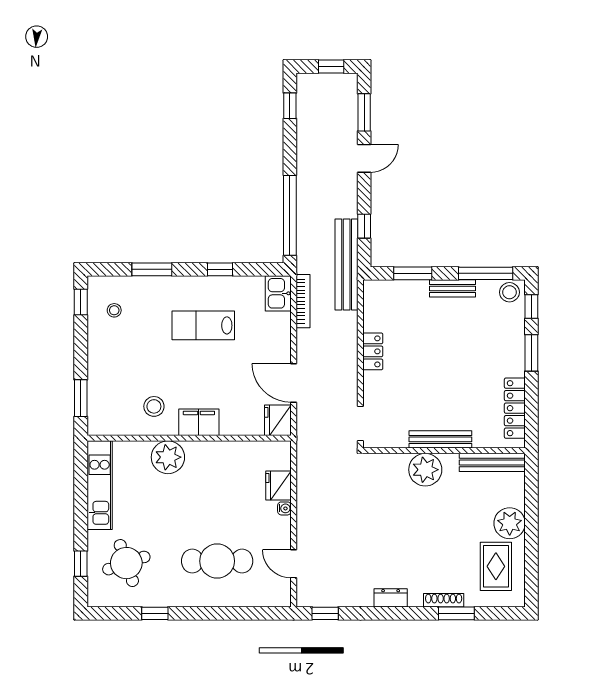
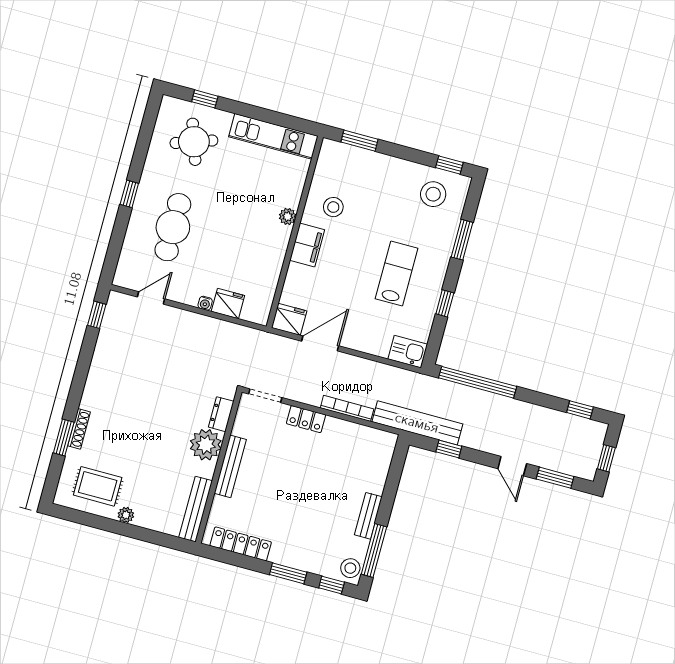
window: (413, 273) -> (392, 482), removed
bookcase: (303, 301) -> (347, 408), moved, turned 180
stool: (114, 310) -> (433, 194), width x1.89, depth x1.89
locker: (373, 351) -> (306, 419), moved
plant: (168, 457) -> (288, 217), width x0.53, depth x0.53
plant: (510, 523) -> (126, 515), width x0.53, depth x0.53
dresser: (391, 598) -> (221, 414), moved, turned 180
window: (155, 613) -> (129, 194), moved

